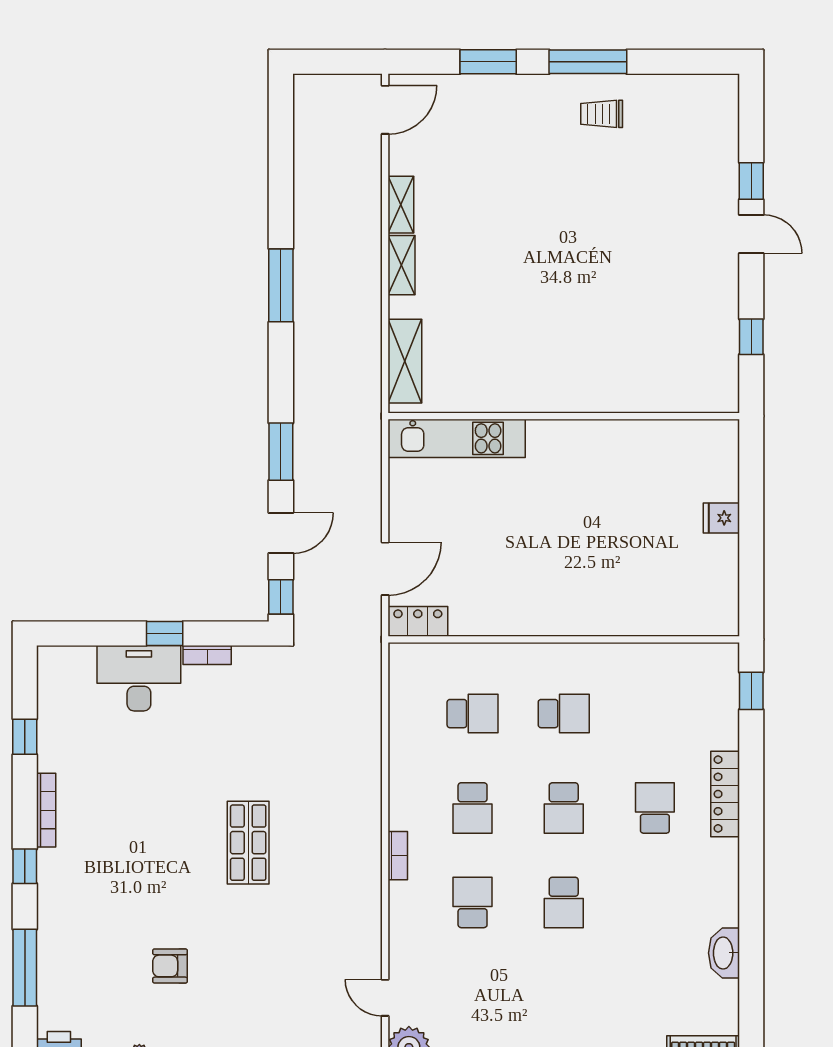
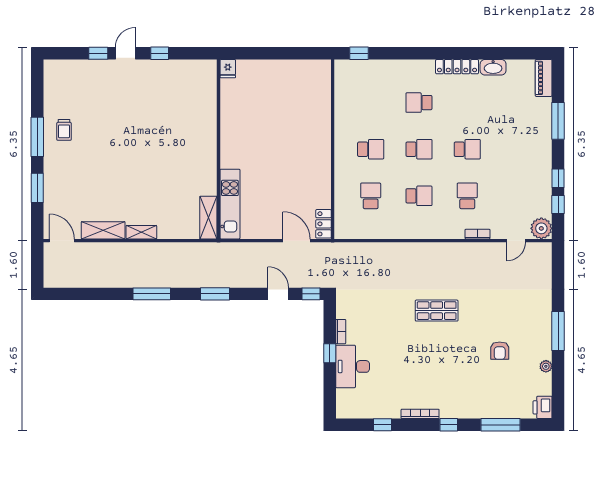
shelving: (401, 205) -> (103, 230), width x1.50, depth x1.33
window: (751, 337) -> (160, 53), moved
shelving: (405, 361) -> (208, 218), moved, turned 90
window: (281, 452) -> (215, 294), moved
fridge: (721, 518) -> (228, 69), moved
school desk: (564, 714) -> (371, 149), turned 90
locker: (725, 794) -> (457, 67), moved
bookcase: (398, 856) -> (477, 234), moved
school desk: (473, 902) -> (467, 196), turned 90

